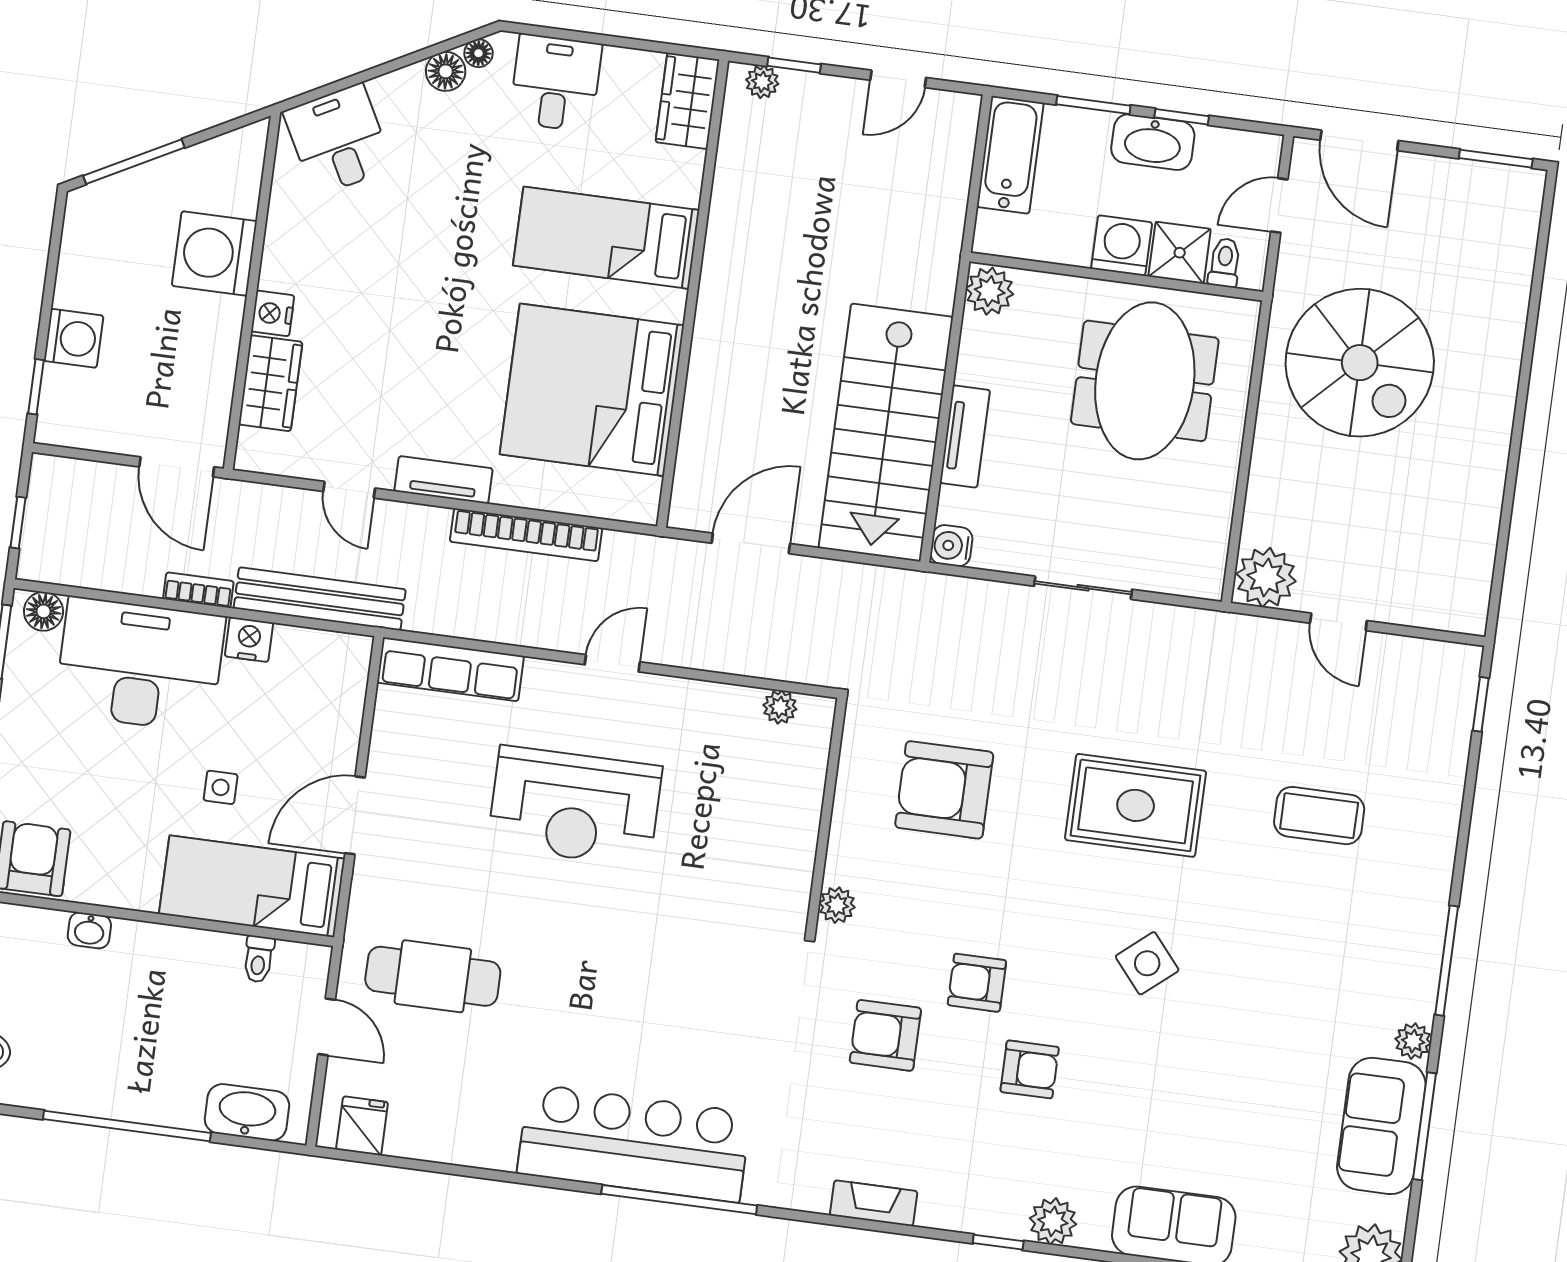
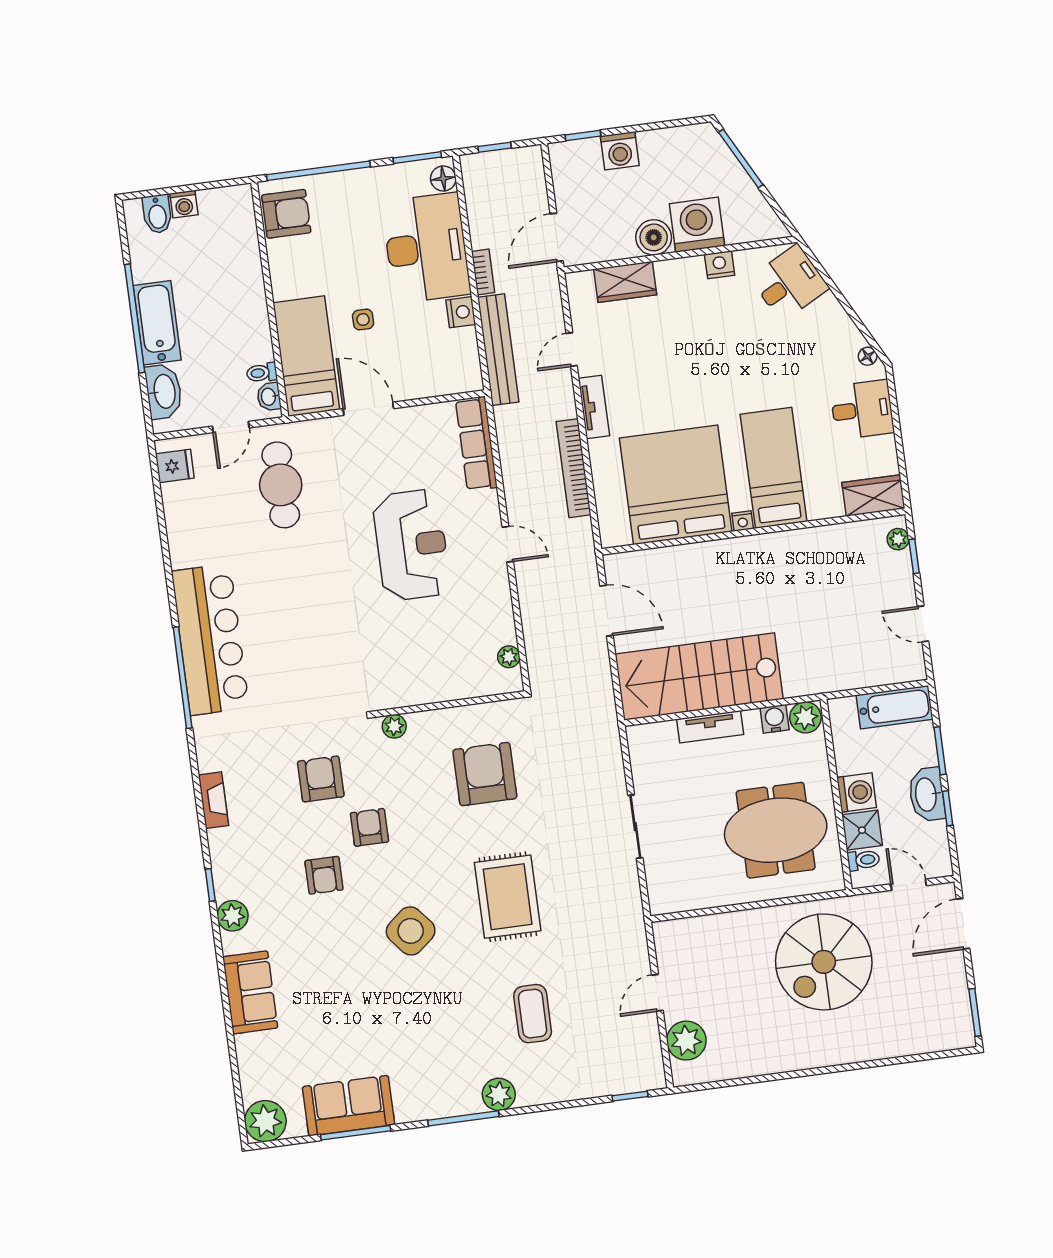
floor lamp: (446, 71) -> (851, 339), removed
nightstand: (673, 305) -> (743, 521), added
nightstand: (273, 313) -> (720, 265), moved
boiler: (216, 323) -> (654, 237), added
water cooler: (951, 546) -> (775, 719), moved
plant: (1266, 577) -> (686, 1041), moved
reception desk: (575, 806) -> (412, 545), turned 180
washbasin: (89, 930) -> (269, 397), moved
side table: (1147, 963) -> (411, 931), width x1.37, depth x1.37
plant: (1413, 1041) -> (499, 1094), moved, width x1.38, depth x1.38
bathtub: (142, 1094) -> (157, 323), added

